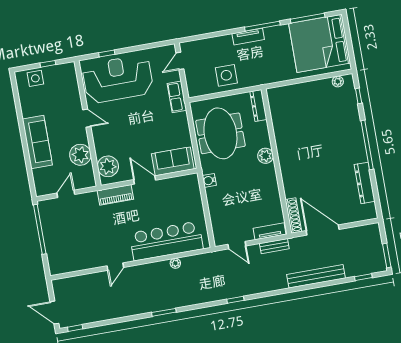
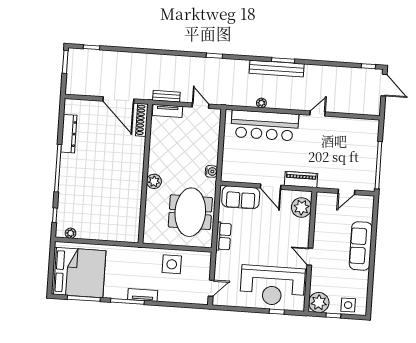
row of seats: (177, 97) -> (223, 236), moved
dresser: (258, 106) -> (149, 229), removed
plant: (80, 155) -> (319, 302), moved
bench: (316, 276) -> (277, 69), moved

